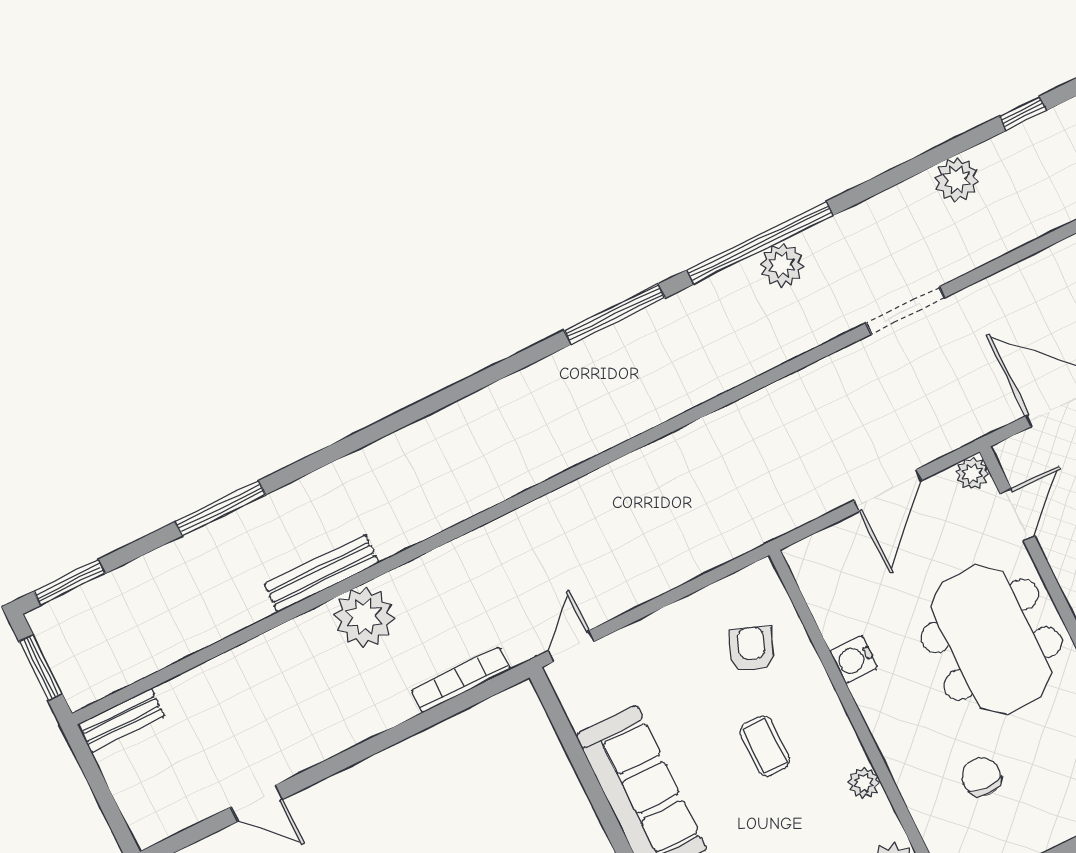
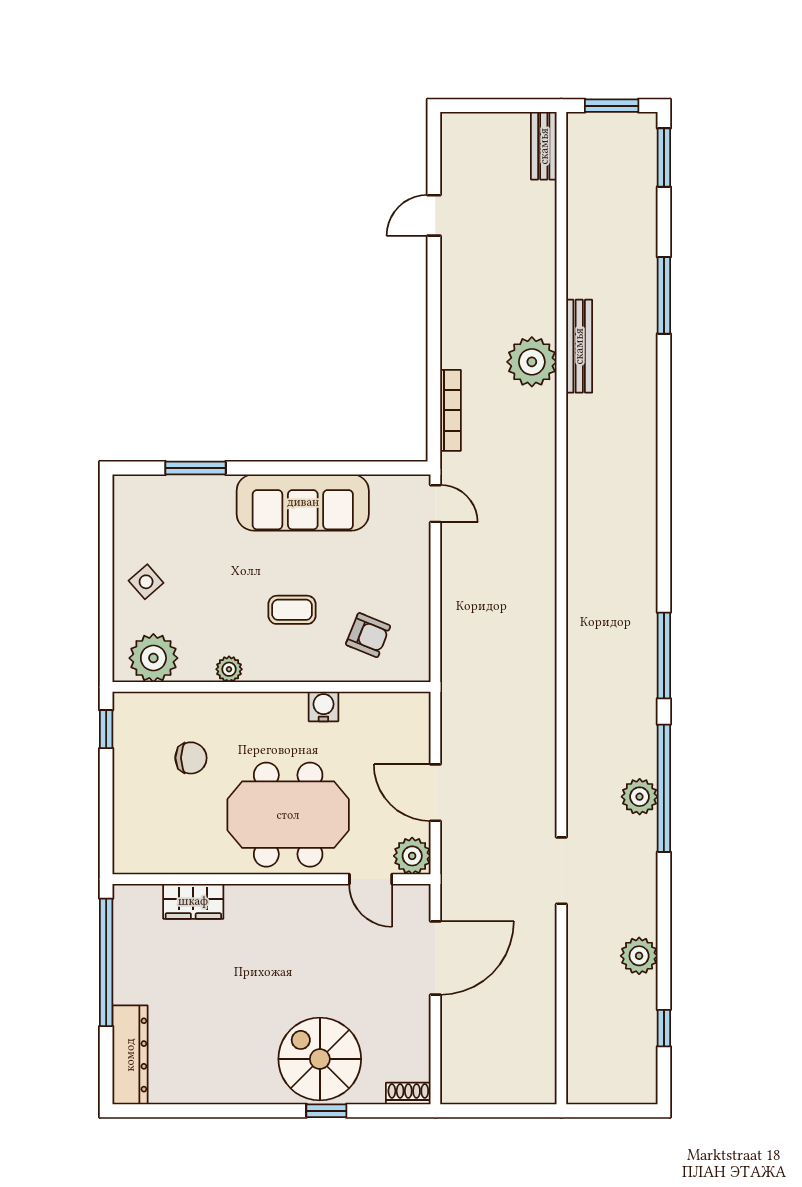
plant: (972, 474) -> (412, 856), width x1.38, depth x1.38

